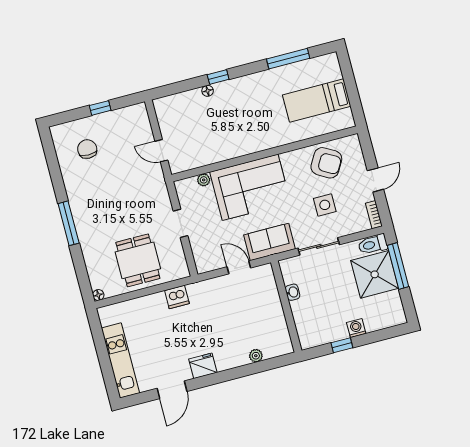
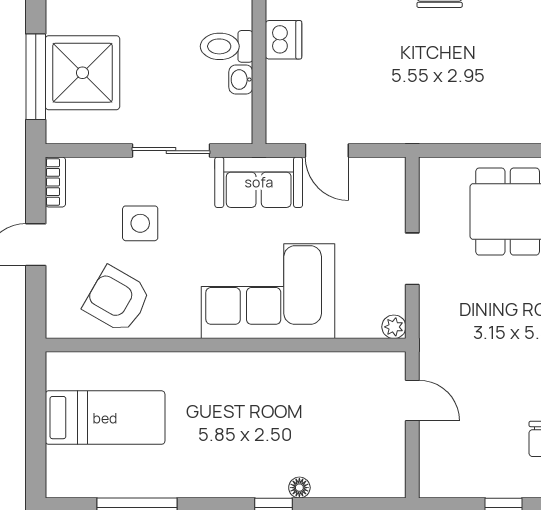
plant: (204, 180) -> (394, 327), moved
toilet: (373, 244) -> (227, 46), moved, turned 180
dishwasher: (177, 297) -> (284, 40), moved, turned 90

